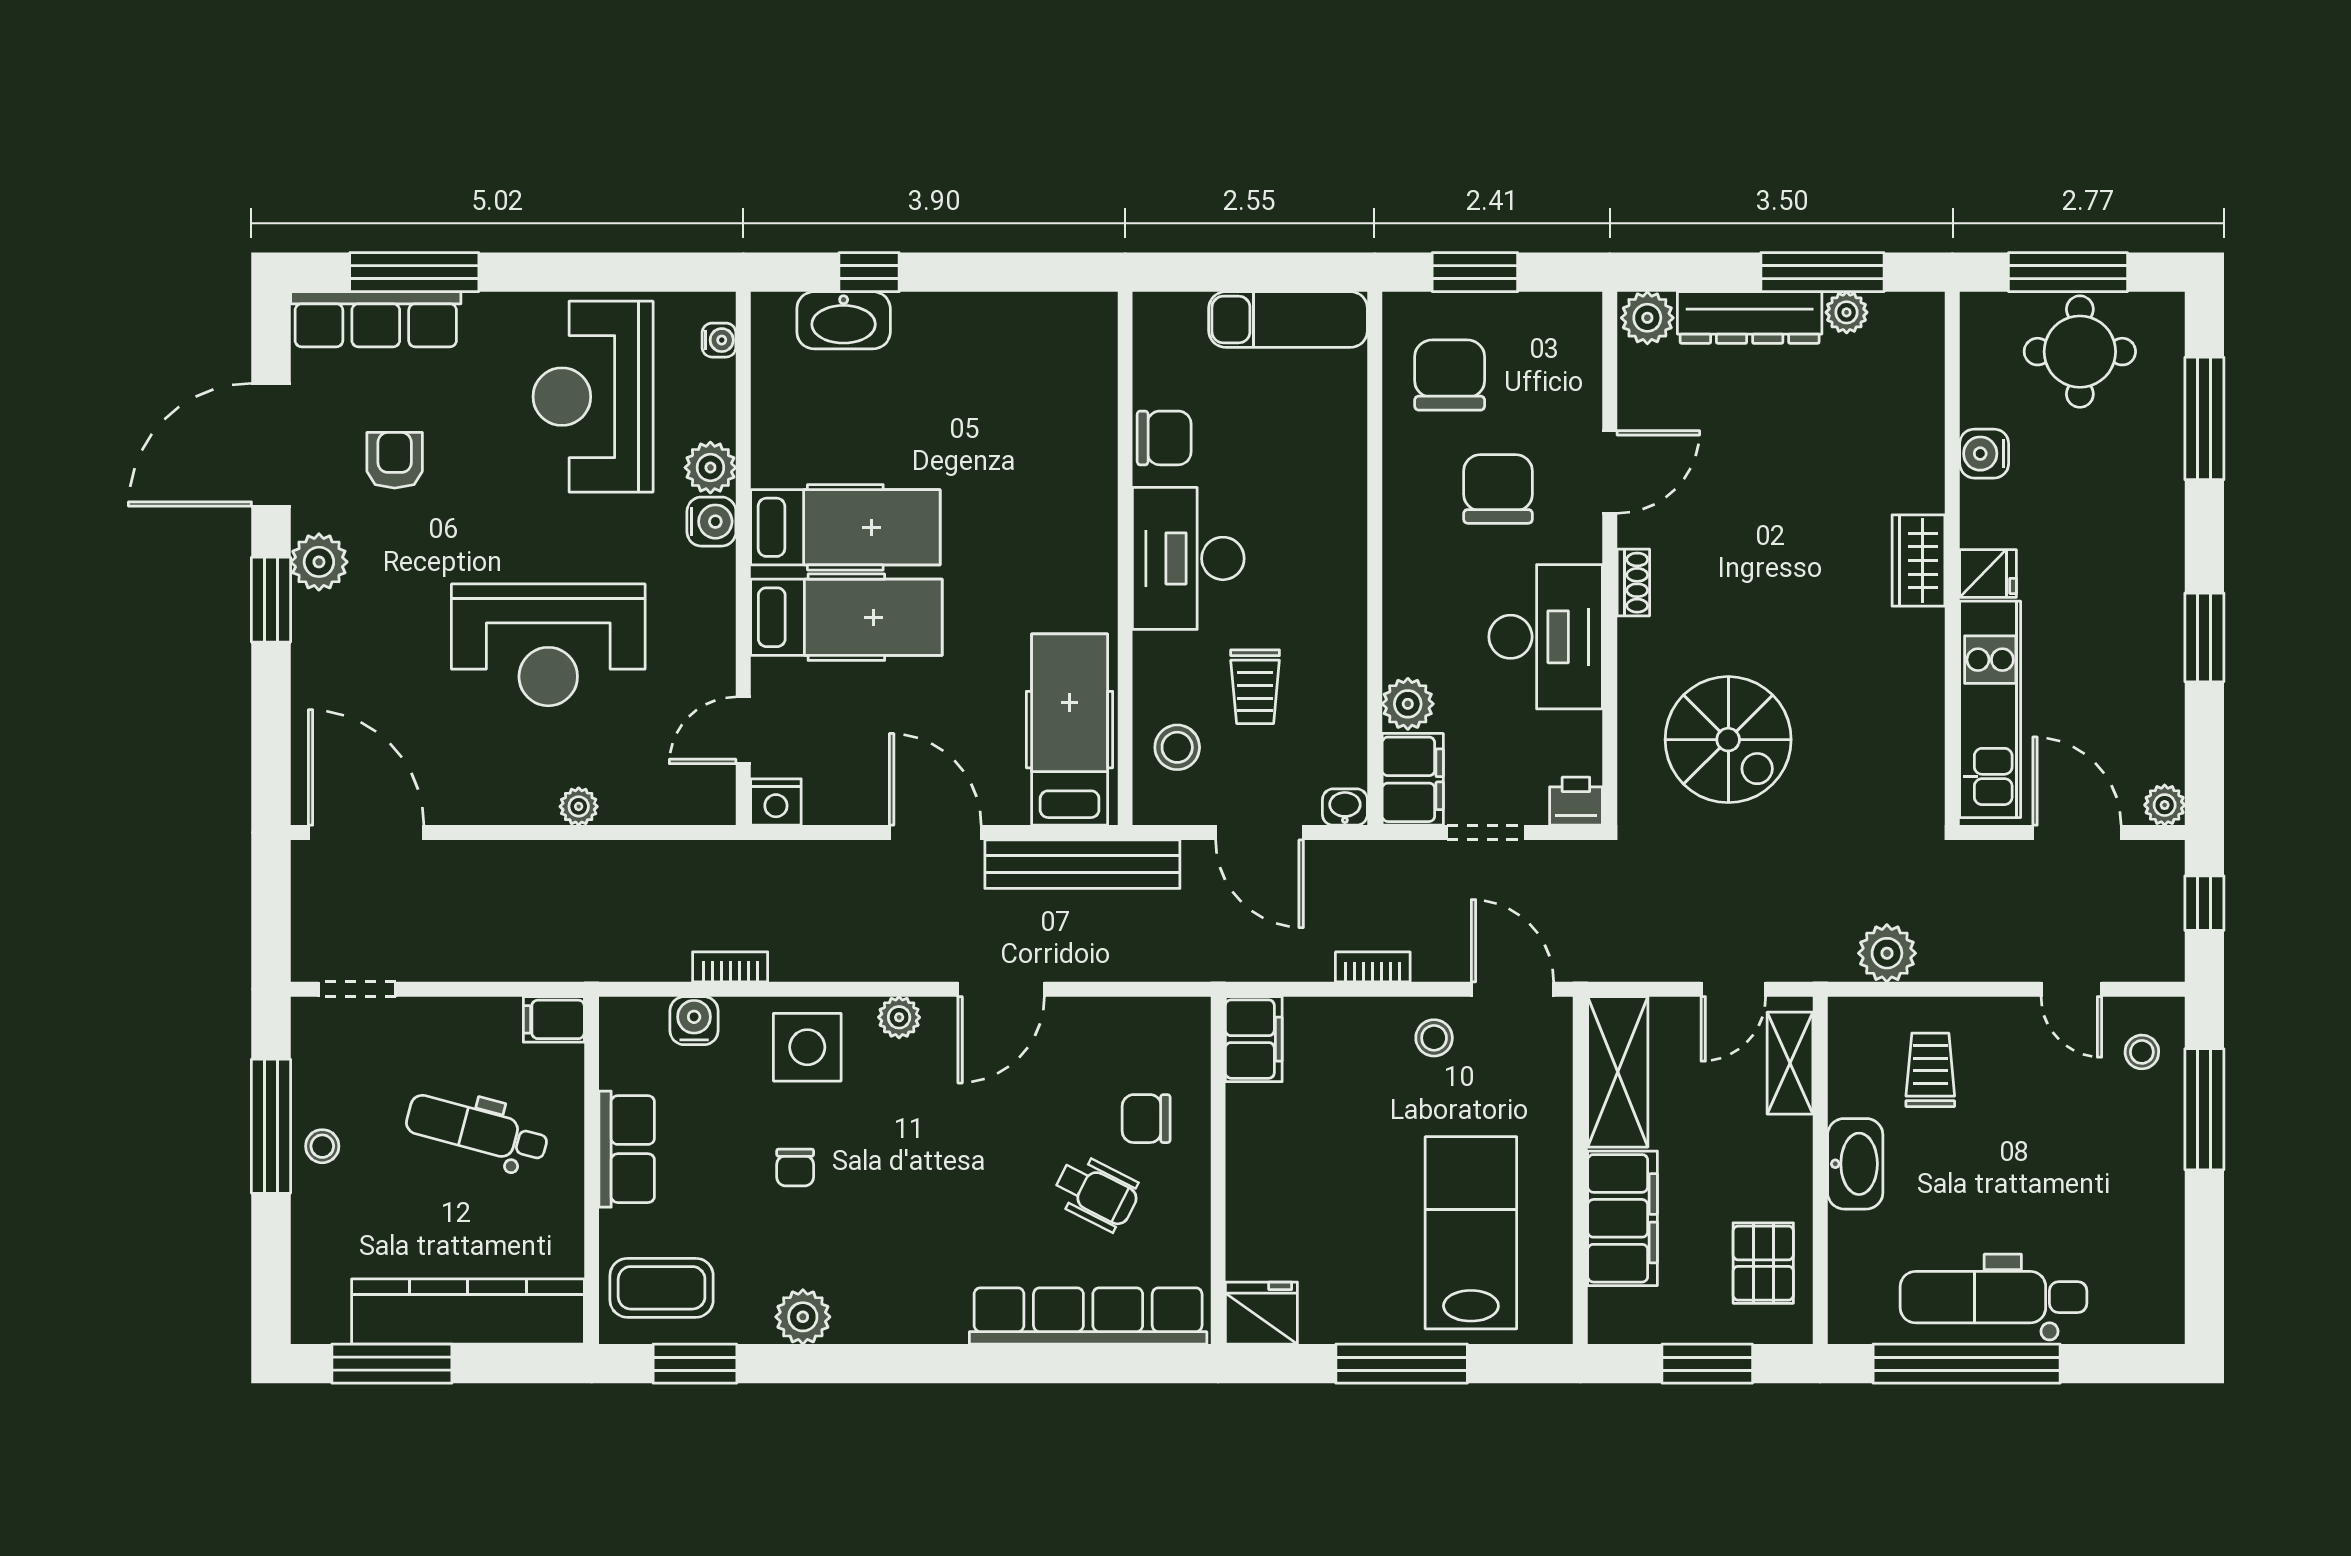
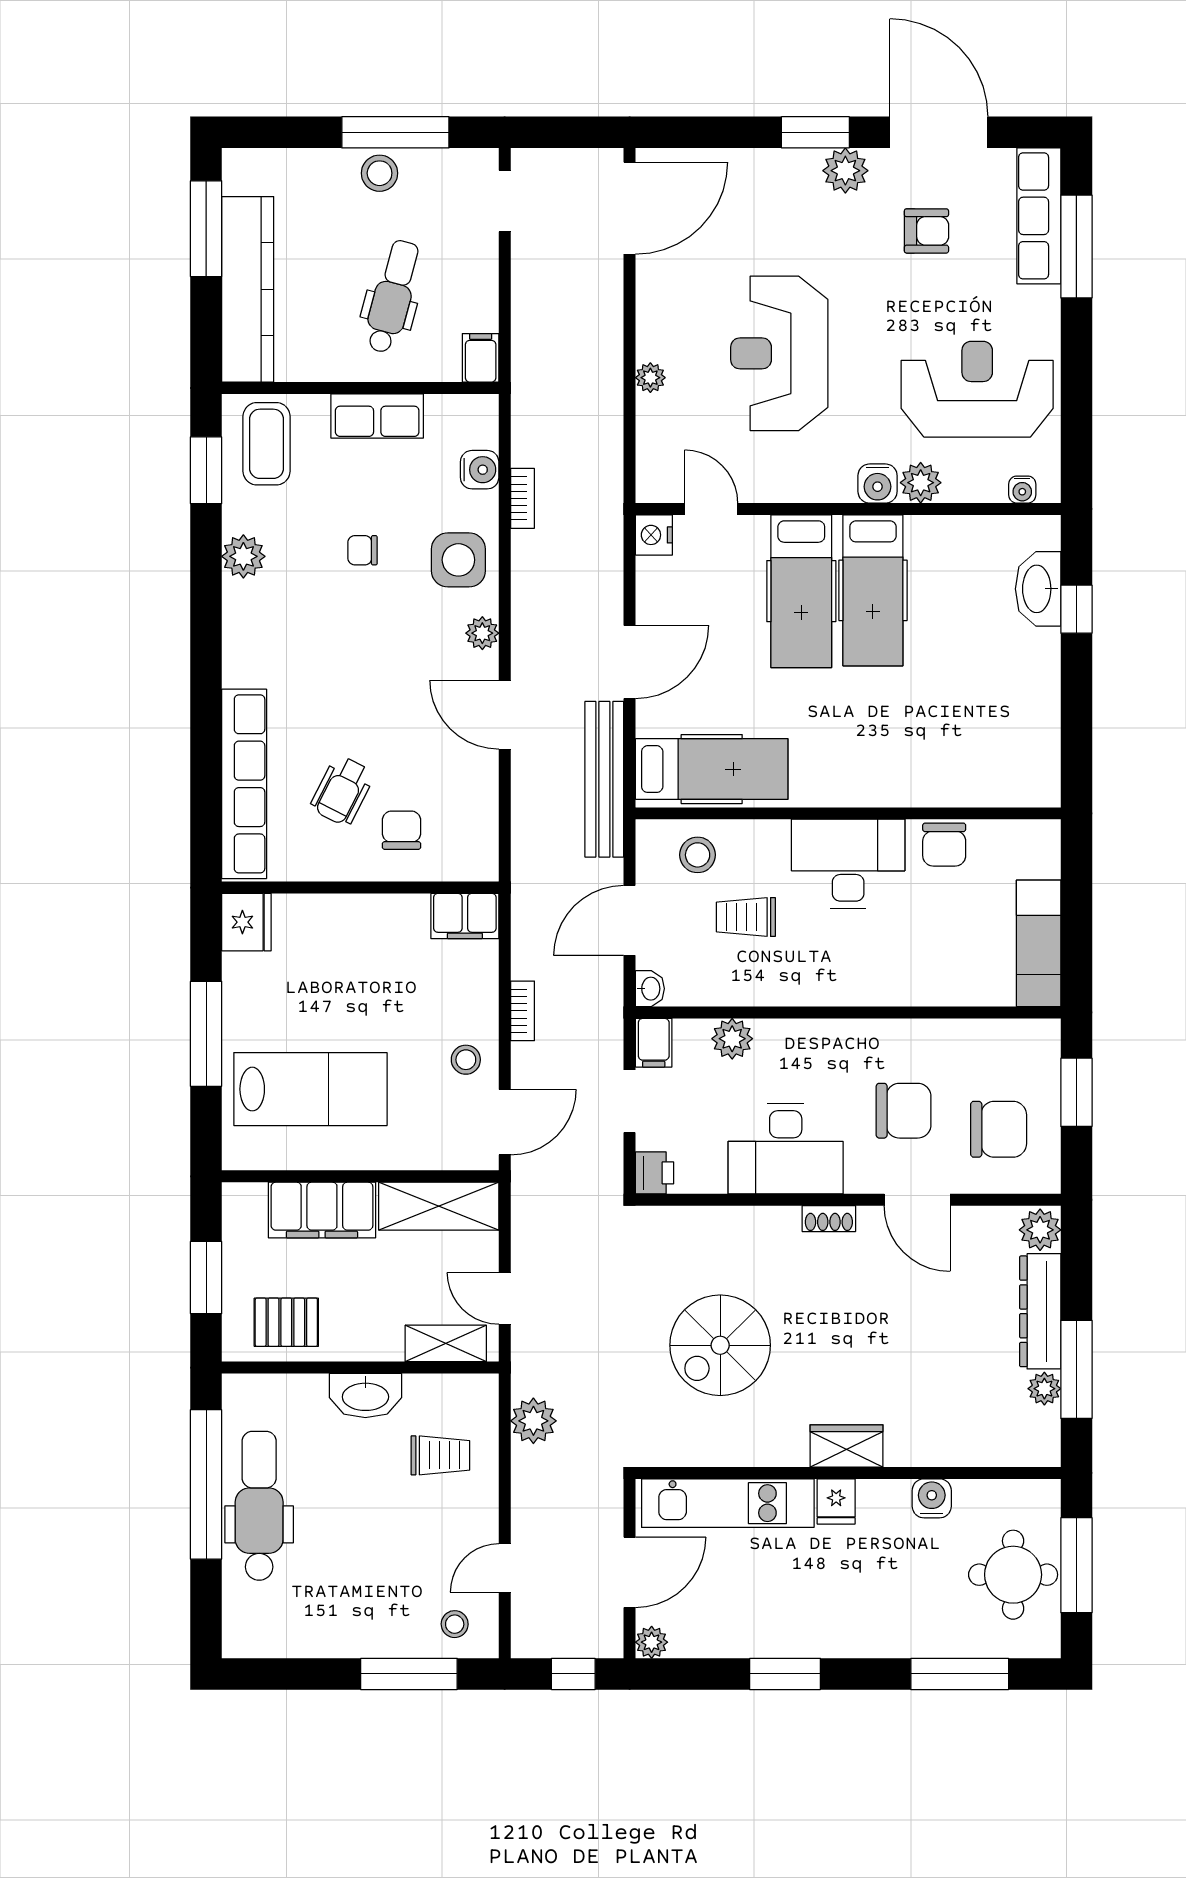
chair: (1450, 375) -> (999, 1129), moved
spiral stairs: (1728, 740) -> (720, 1345), moved
filing cabinet: (1413, 779) -> (654, 1043), width x0.50
stool: (322, 1146) -> (380, 173), width x1.37, depth x1.37

